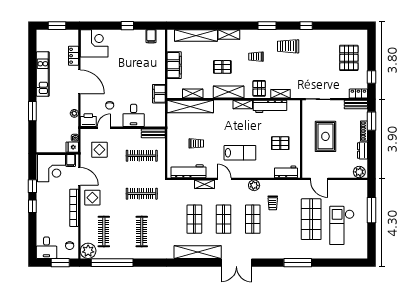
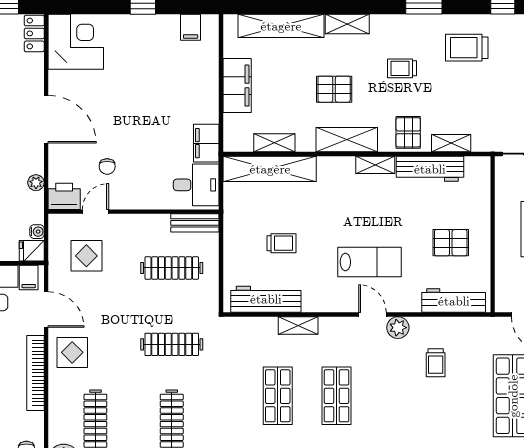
locker: (74, 56) -> (34, 33), moved
desk: (134, 115) -> (196, 185), moved, turned -90
workbench: (286, 172) -> (454, 301), width x1.38
door: (224, 179) -> (372, 315), moved
shop shelf: (253, 219) -> (395, 396), removed

